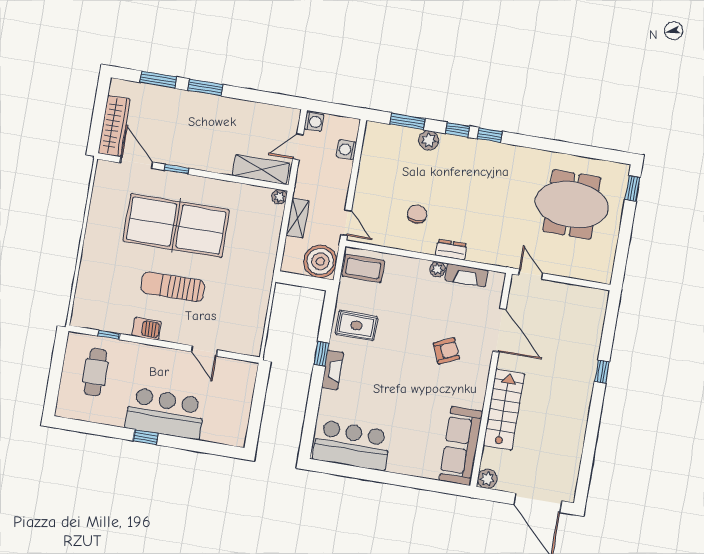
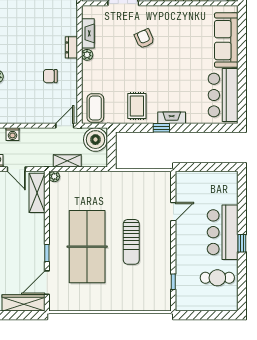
barbecue: (147, 329) -> (164, 256), removed
cafe table: (95, 372) -> (217, 278), moved
sofa: (461, 446) -> (226, 40), moved, turned 90

